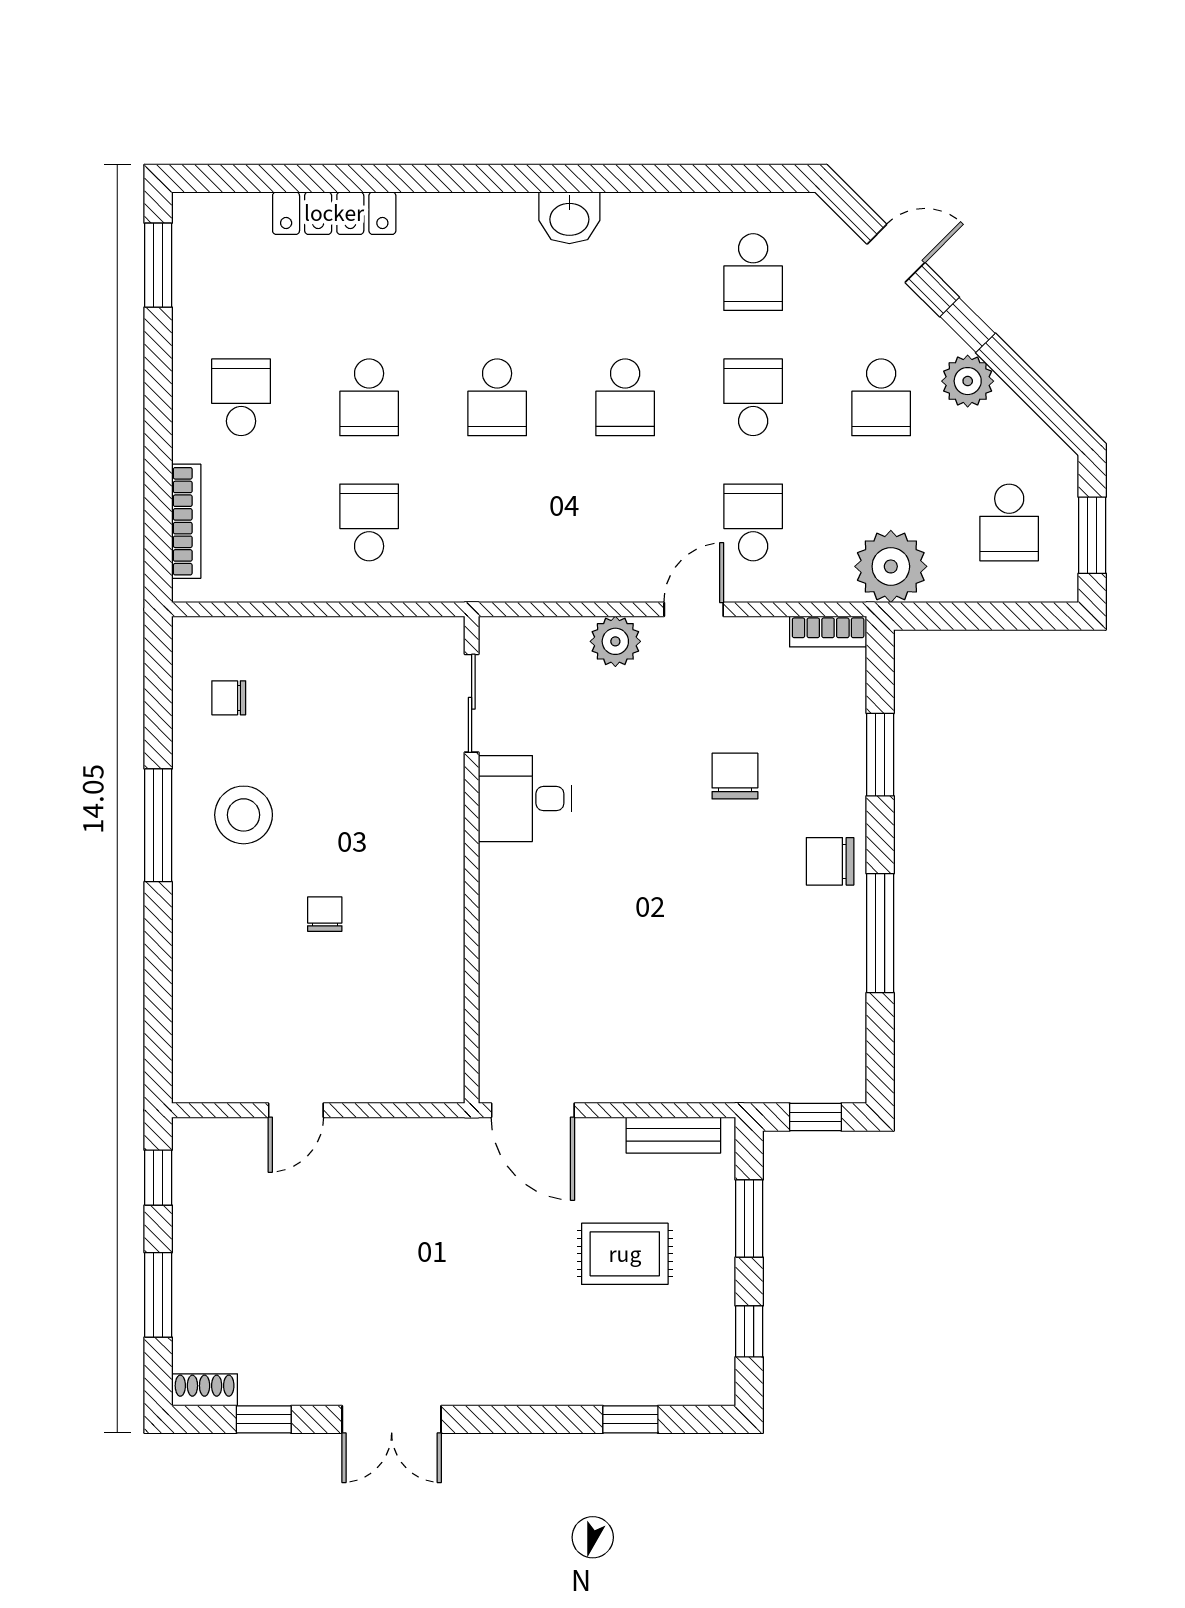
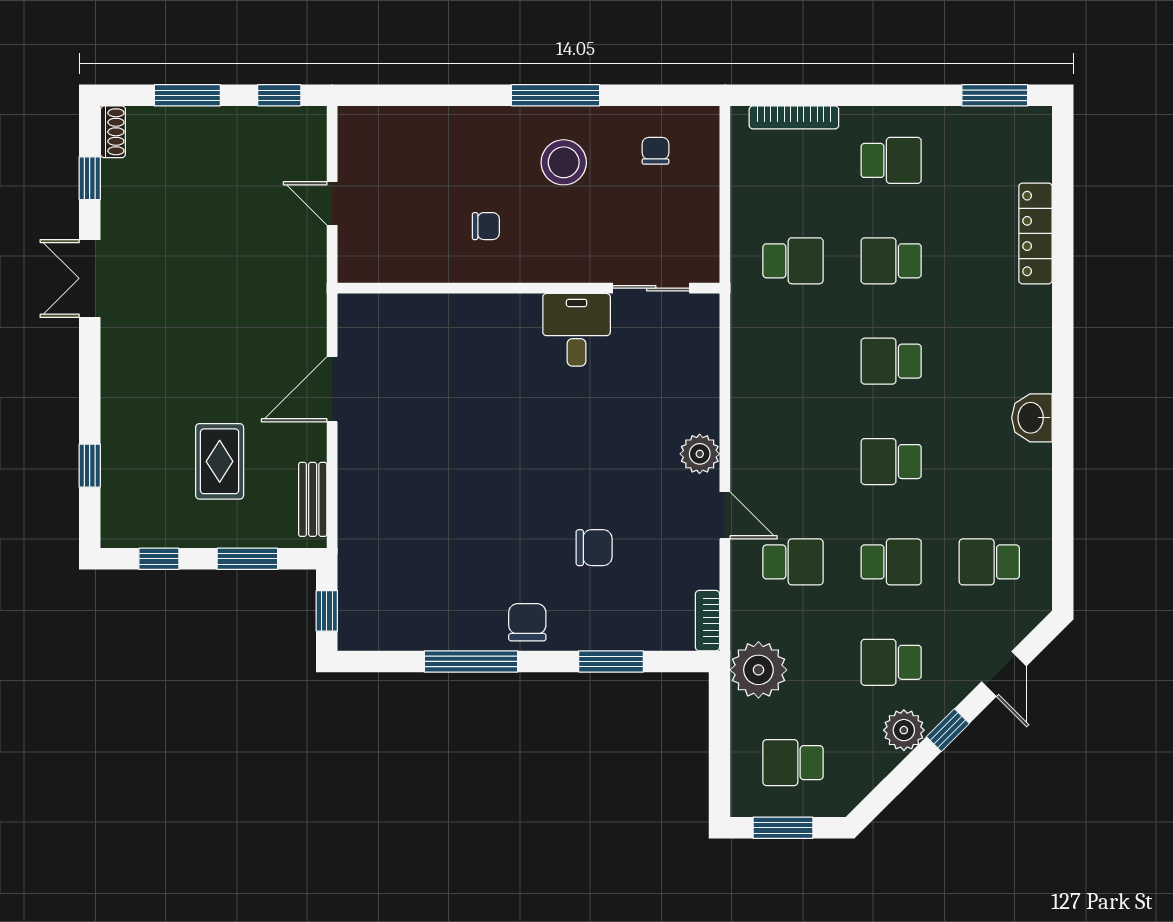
sliding door: (472, 703) -> (651, 288), moved
desk: (525, 799) -> (577, 330), moved
wall: (472, 860) -> (528, 288), moved

